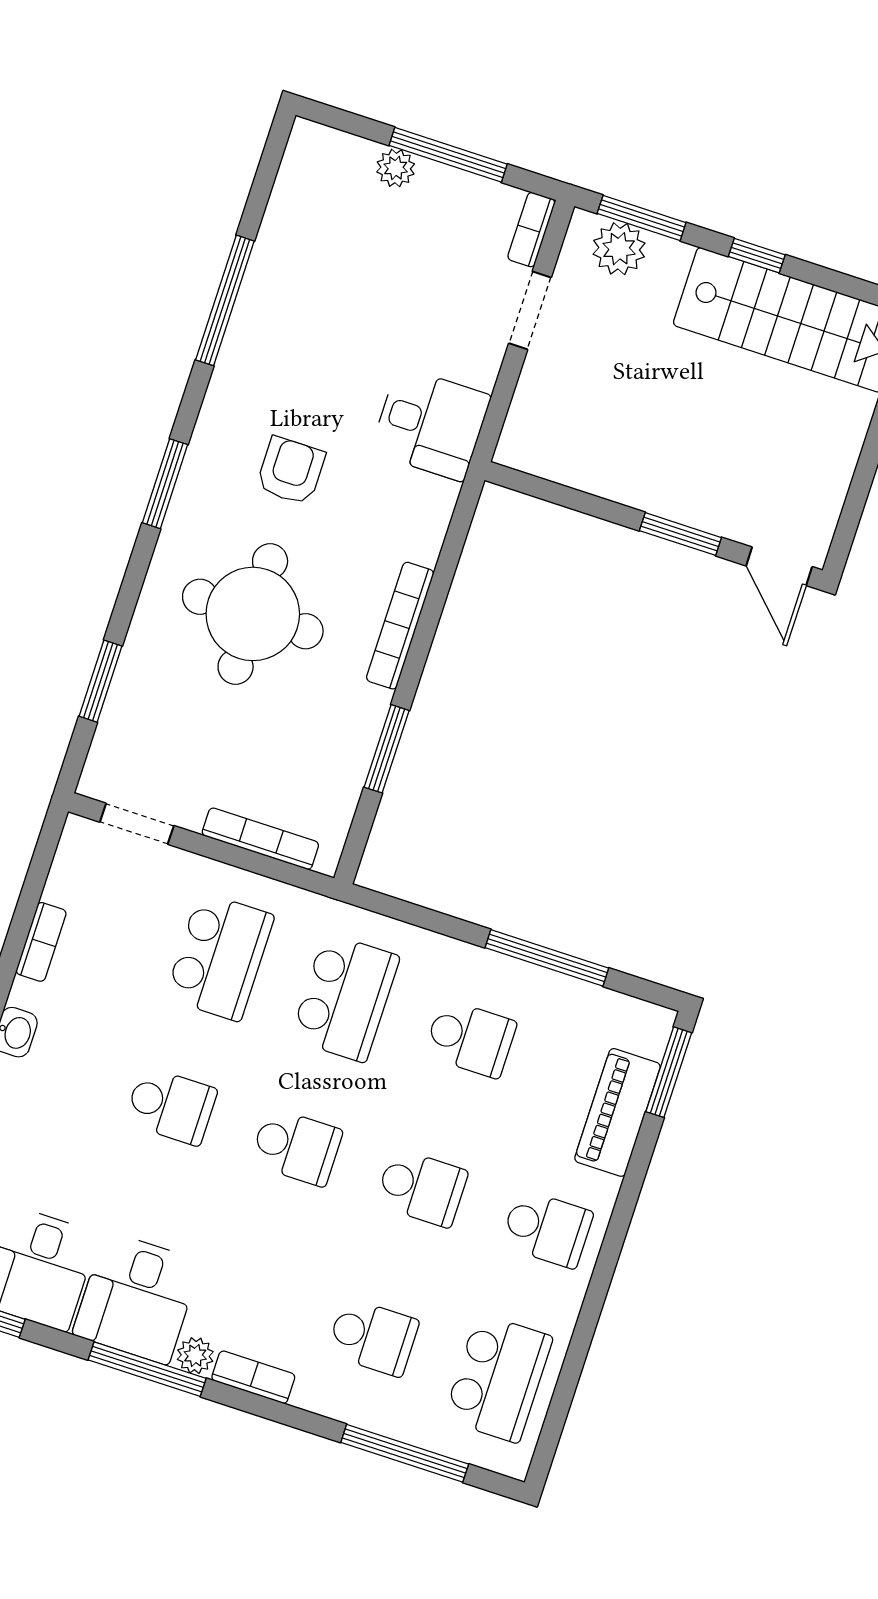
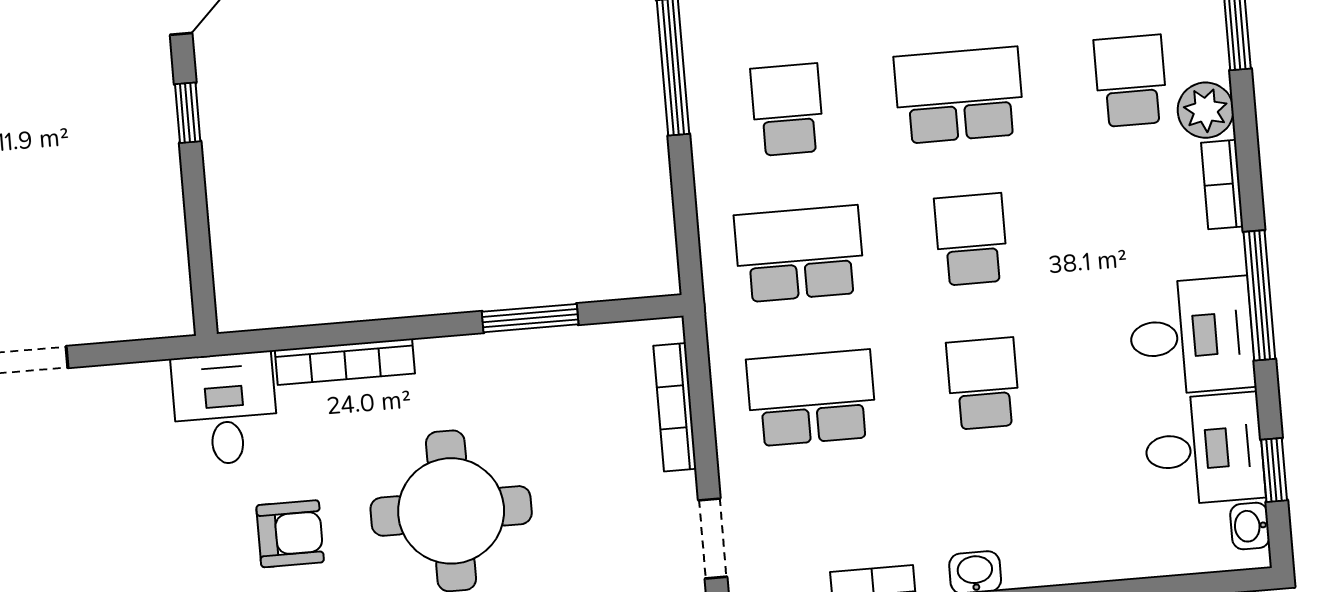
desk: (431, 424) -> (225, 409), moved
armchair: (291, 471) -> (290, 534), turned 180
window: (680, 534) -> (188, 113), width x0.67
bookcase: (400, 626) -> (345, 362), moved
school desk: (422, 1188) -> (959, 95), width x1.85
plant: (195, 1356) -> (1206, 110), moved, width x1.38, depth x1.38

